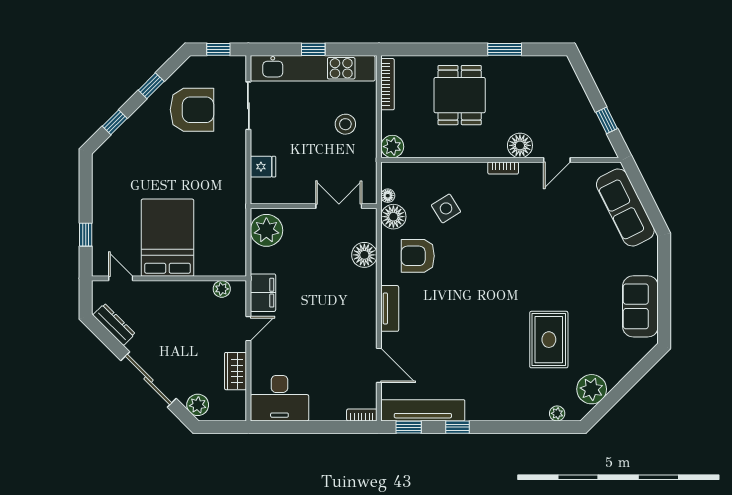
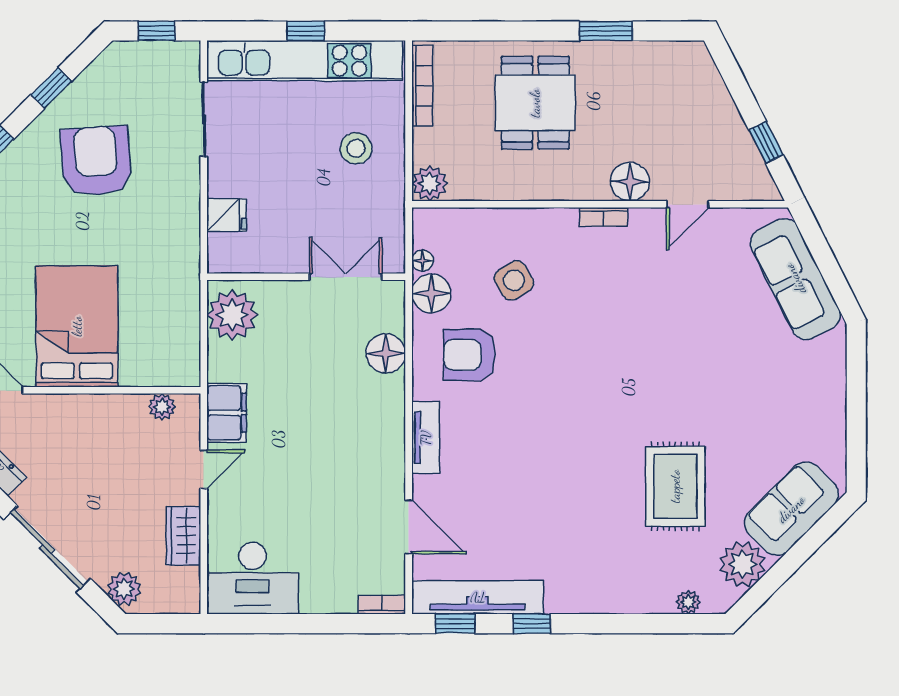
armchair: (192, 110) -> (96, 161), moved, turned -94
sofa: (640, 306) -> (791, 509), moved, turned 45

